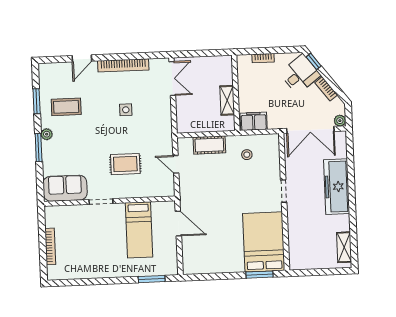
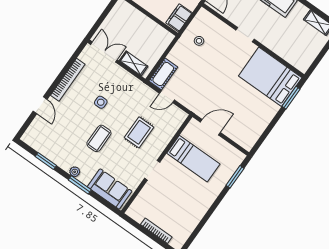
shelving: (227, 100) -> (134, 63), moved
coffee table: (66, 107) -> (99, 138), moved
cot: (209, 145) -> (163, 74), moved
sofa: (65, 188) -> (110, 189), moved, turned 90

